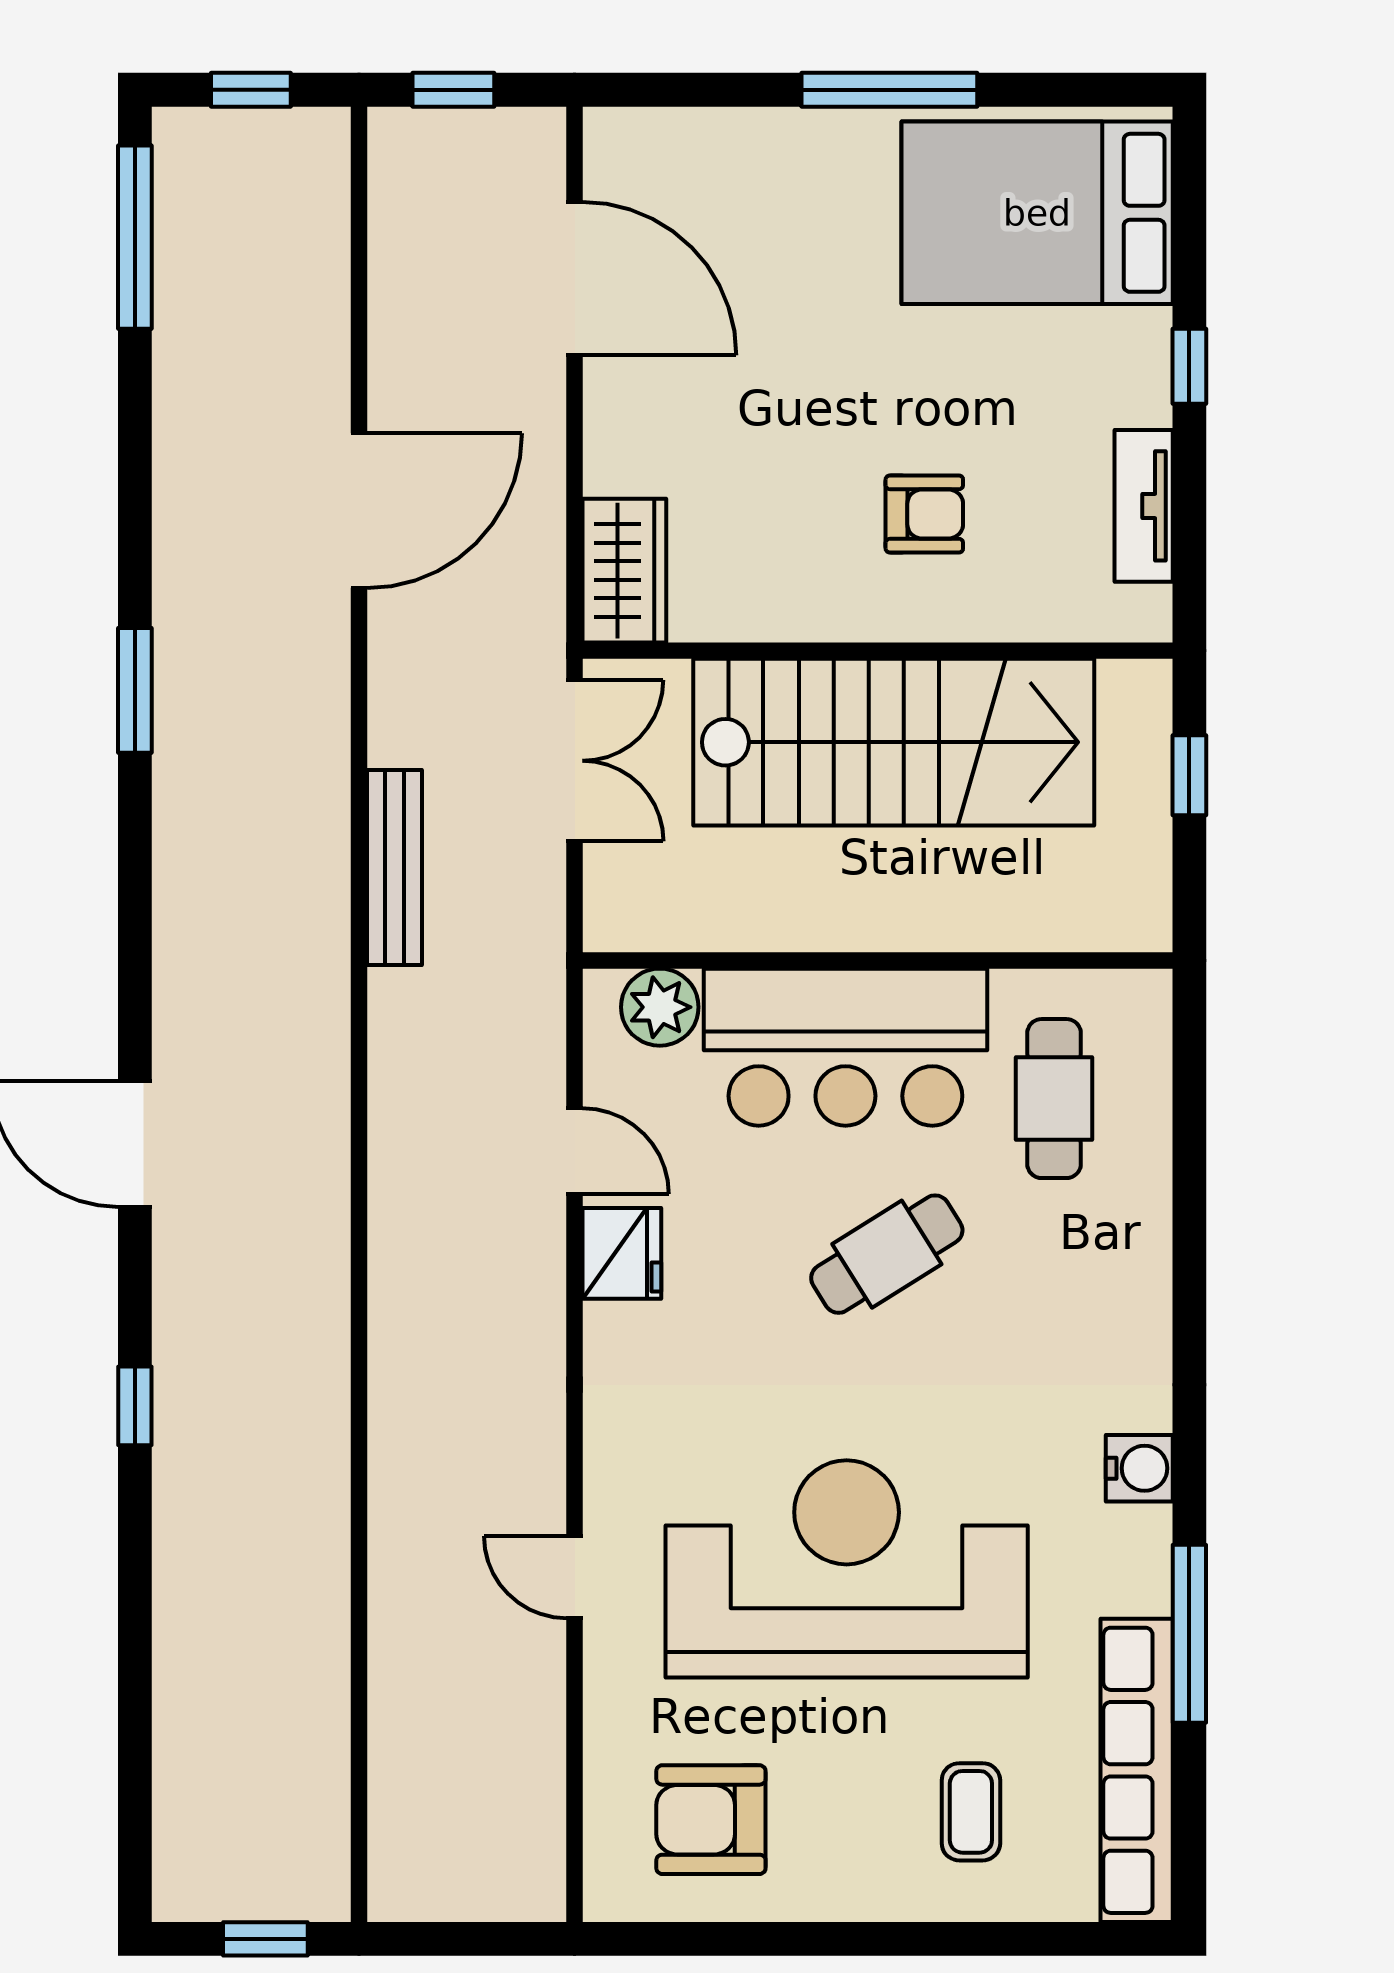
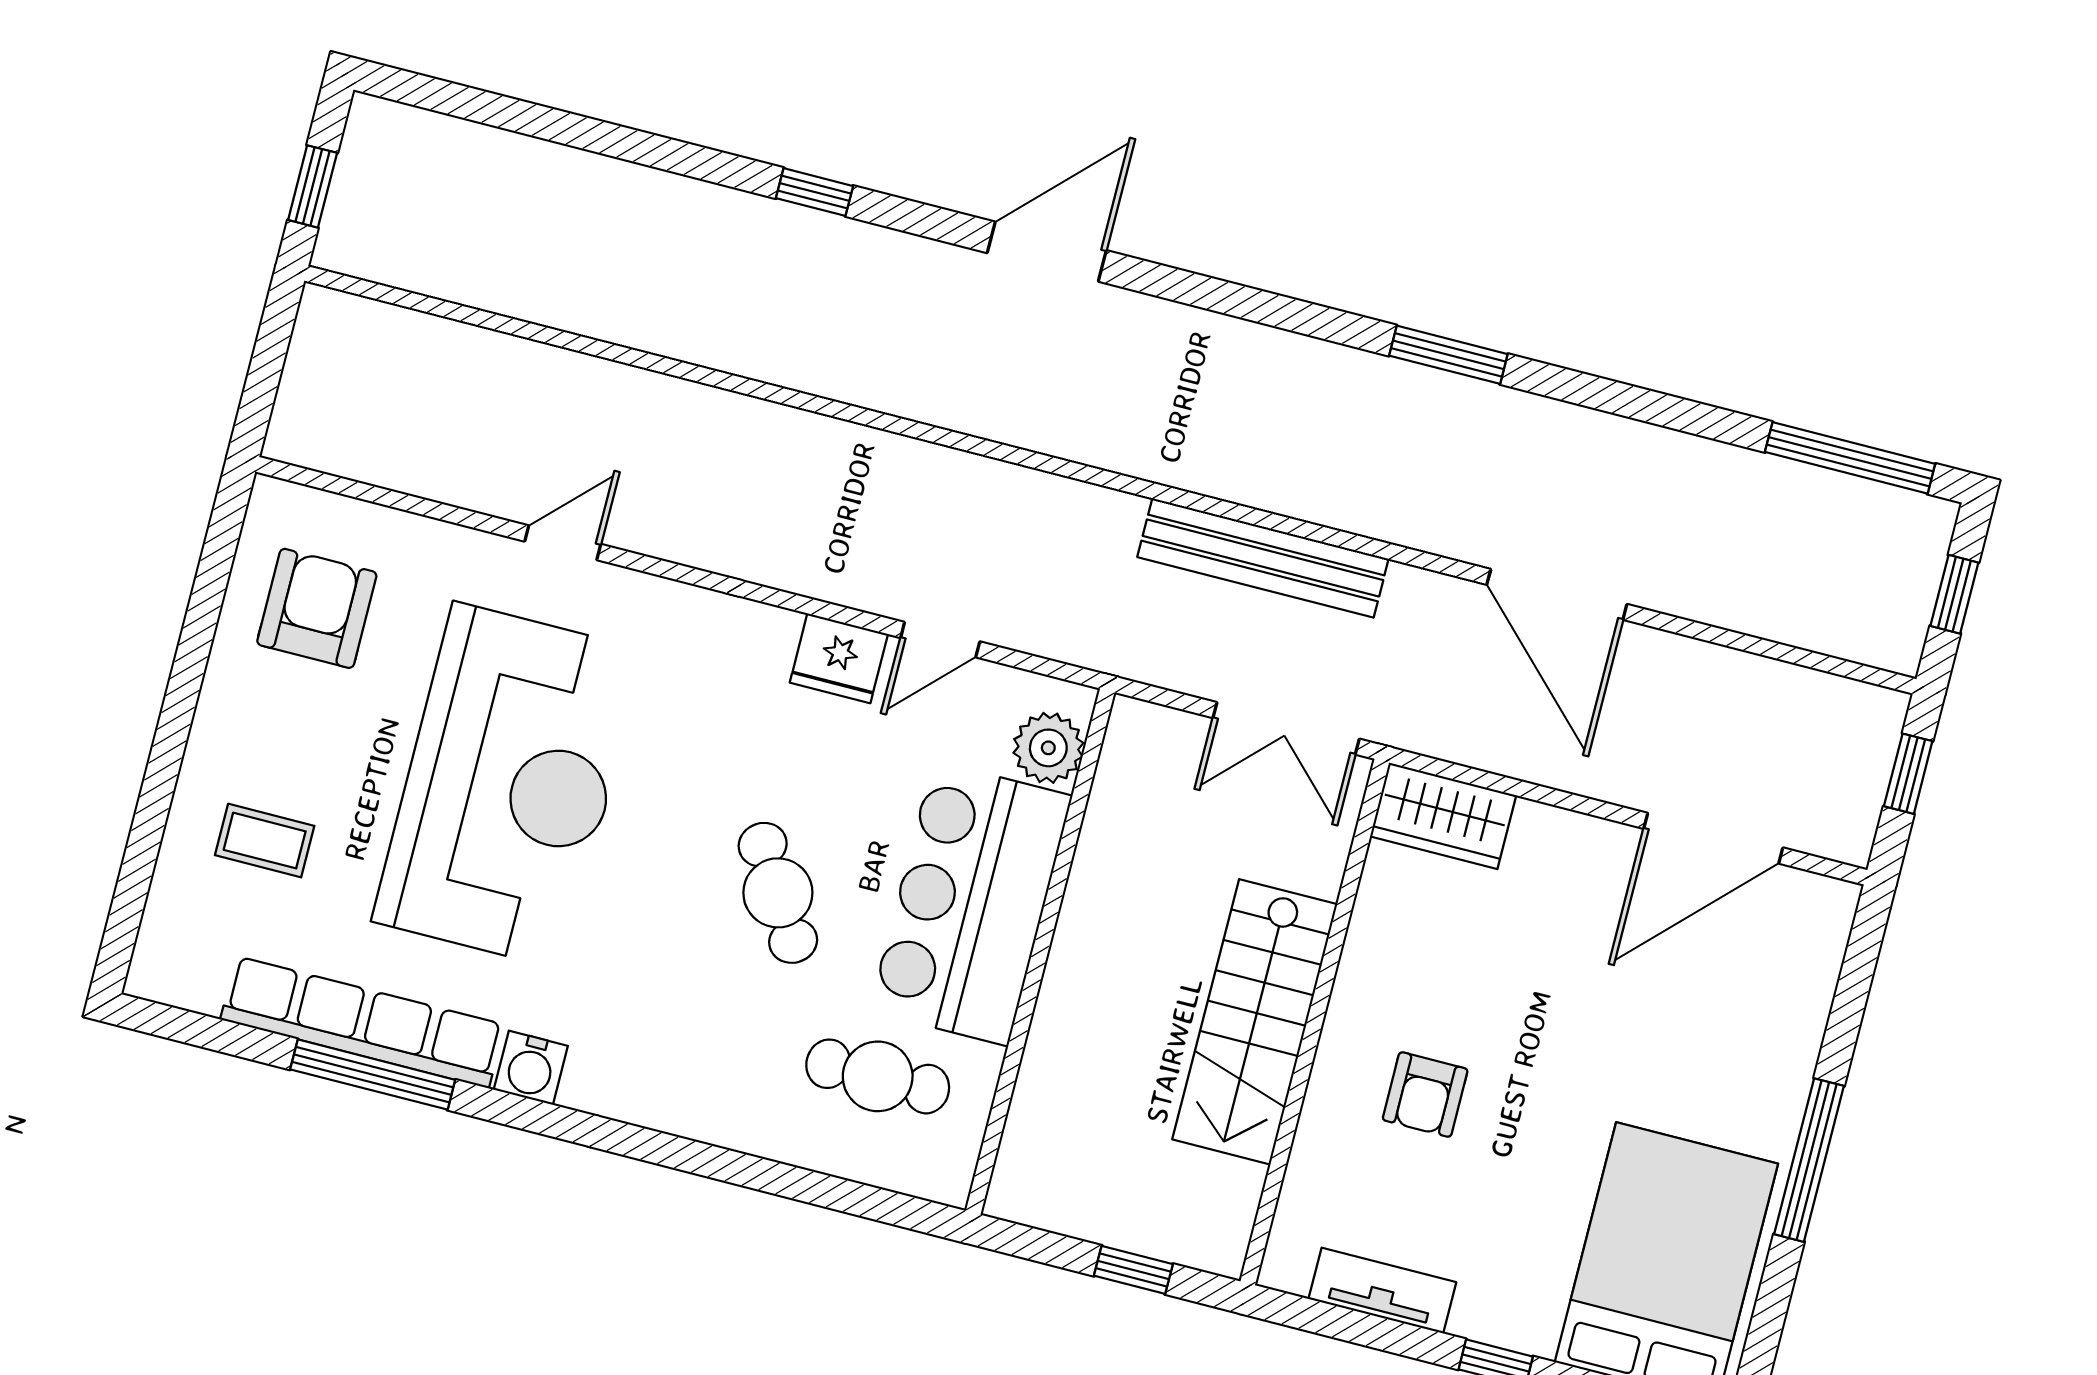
stairs: (894, 742) -> (1255, 1022), width x0.73, depth x0.66
bench: (394, 867) -> (1263, 558), width x1.37, depth x1.21
row of seats: (1137, 1770) -> (363, 1022), moved

